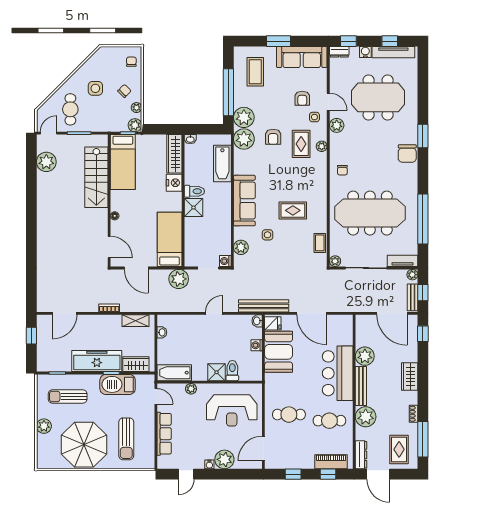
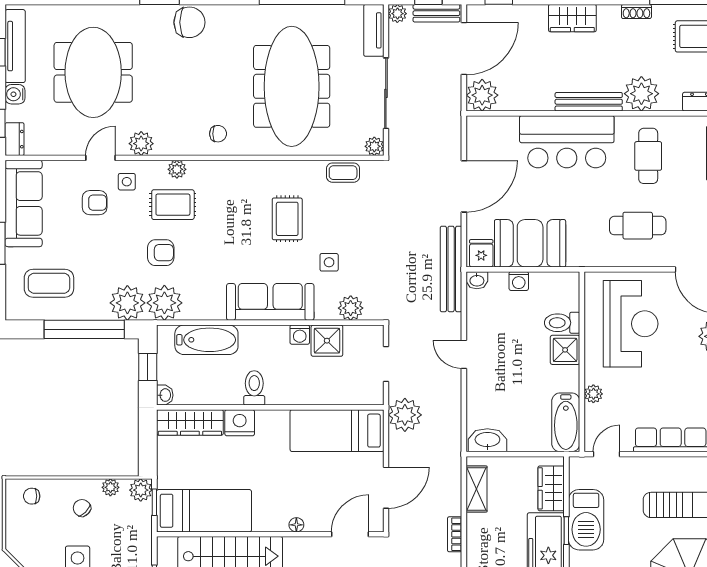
window: (207, 129) -> (148, 367), added
shower: (193, 208) -> (327, 341), moved
washing machine: (225, 261) -> (300, 335), moved
washbasin: (162, 332) -> (487, 440), width x1.91, depth x1.45
plant: (365, 356) -> (482, 95), moved
cafe table: (289, 415) -> (638, 226), turned 90

